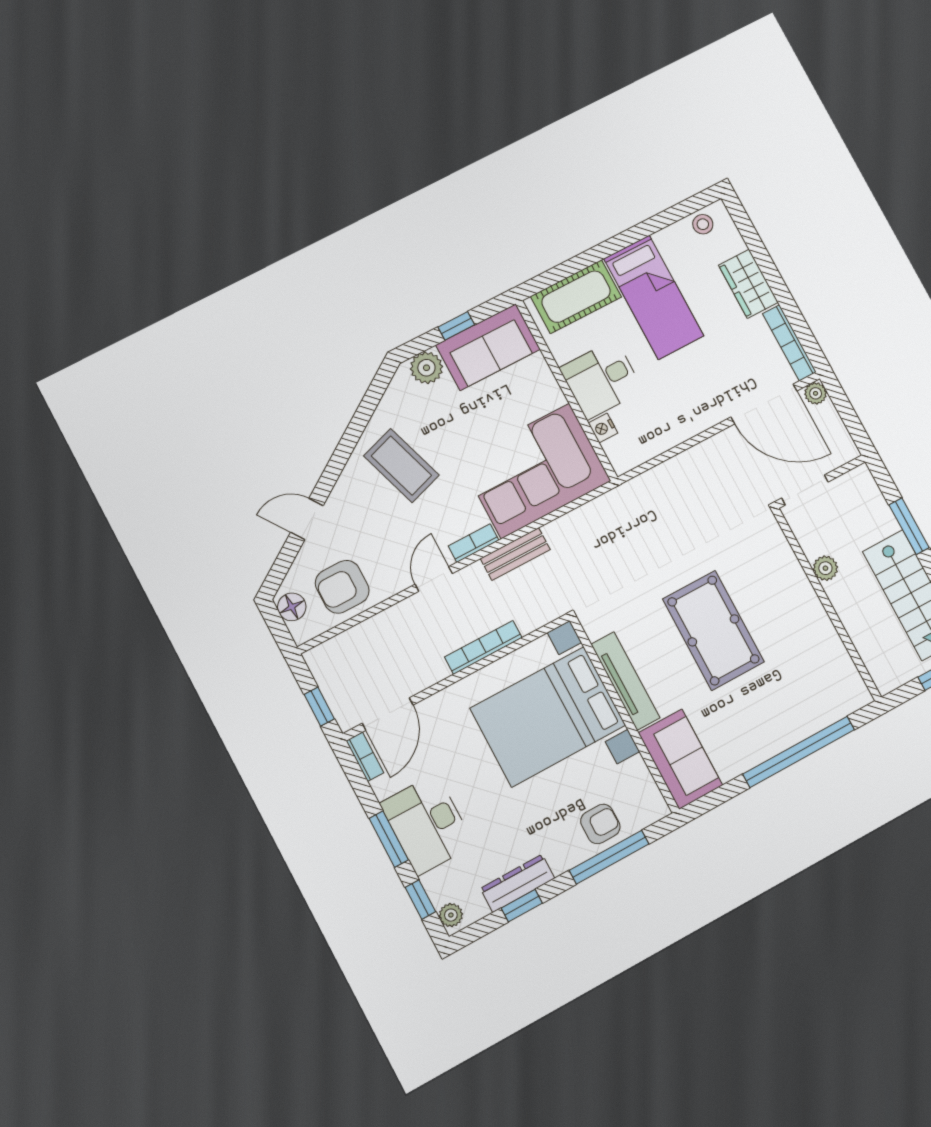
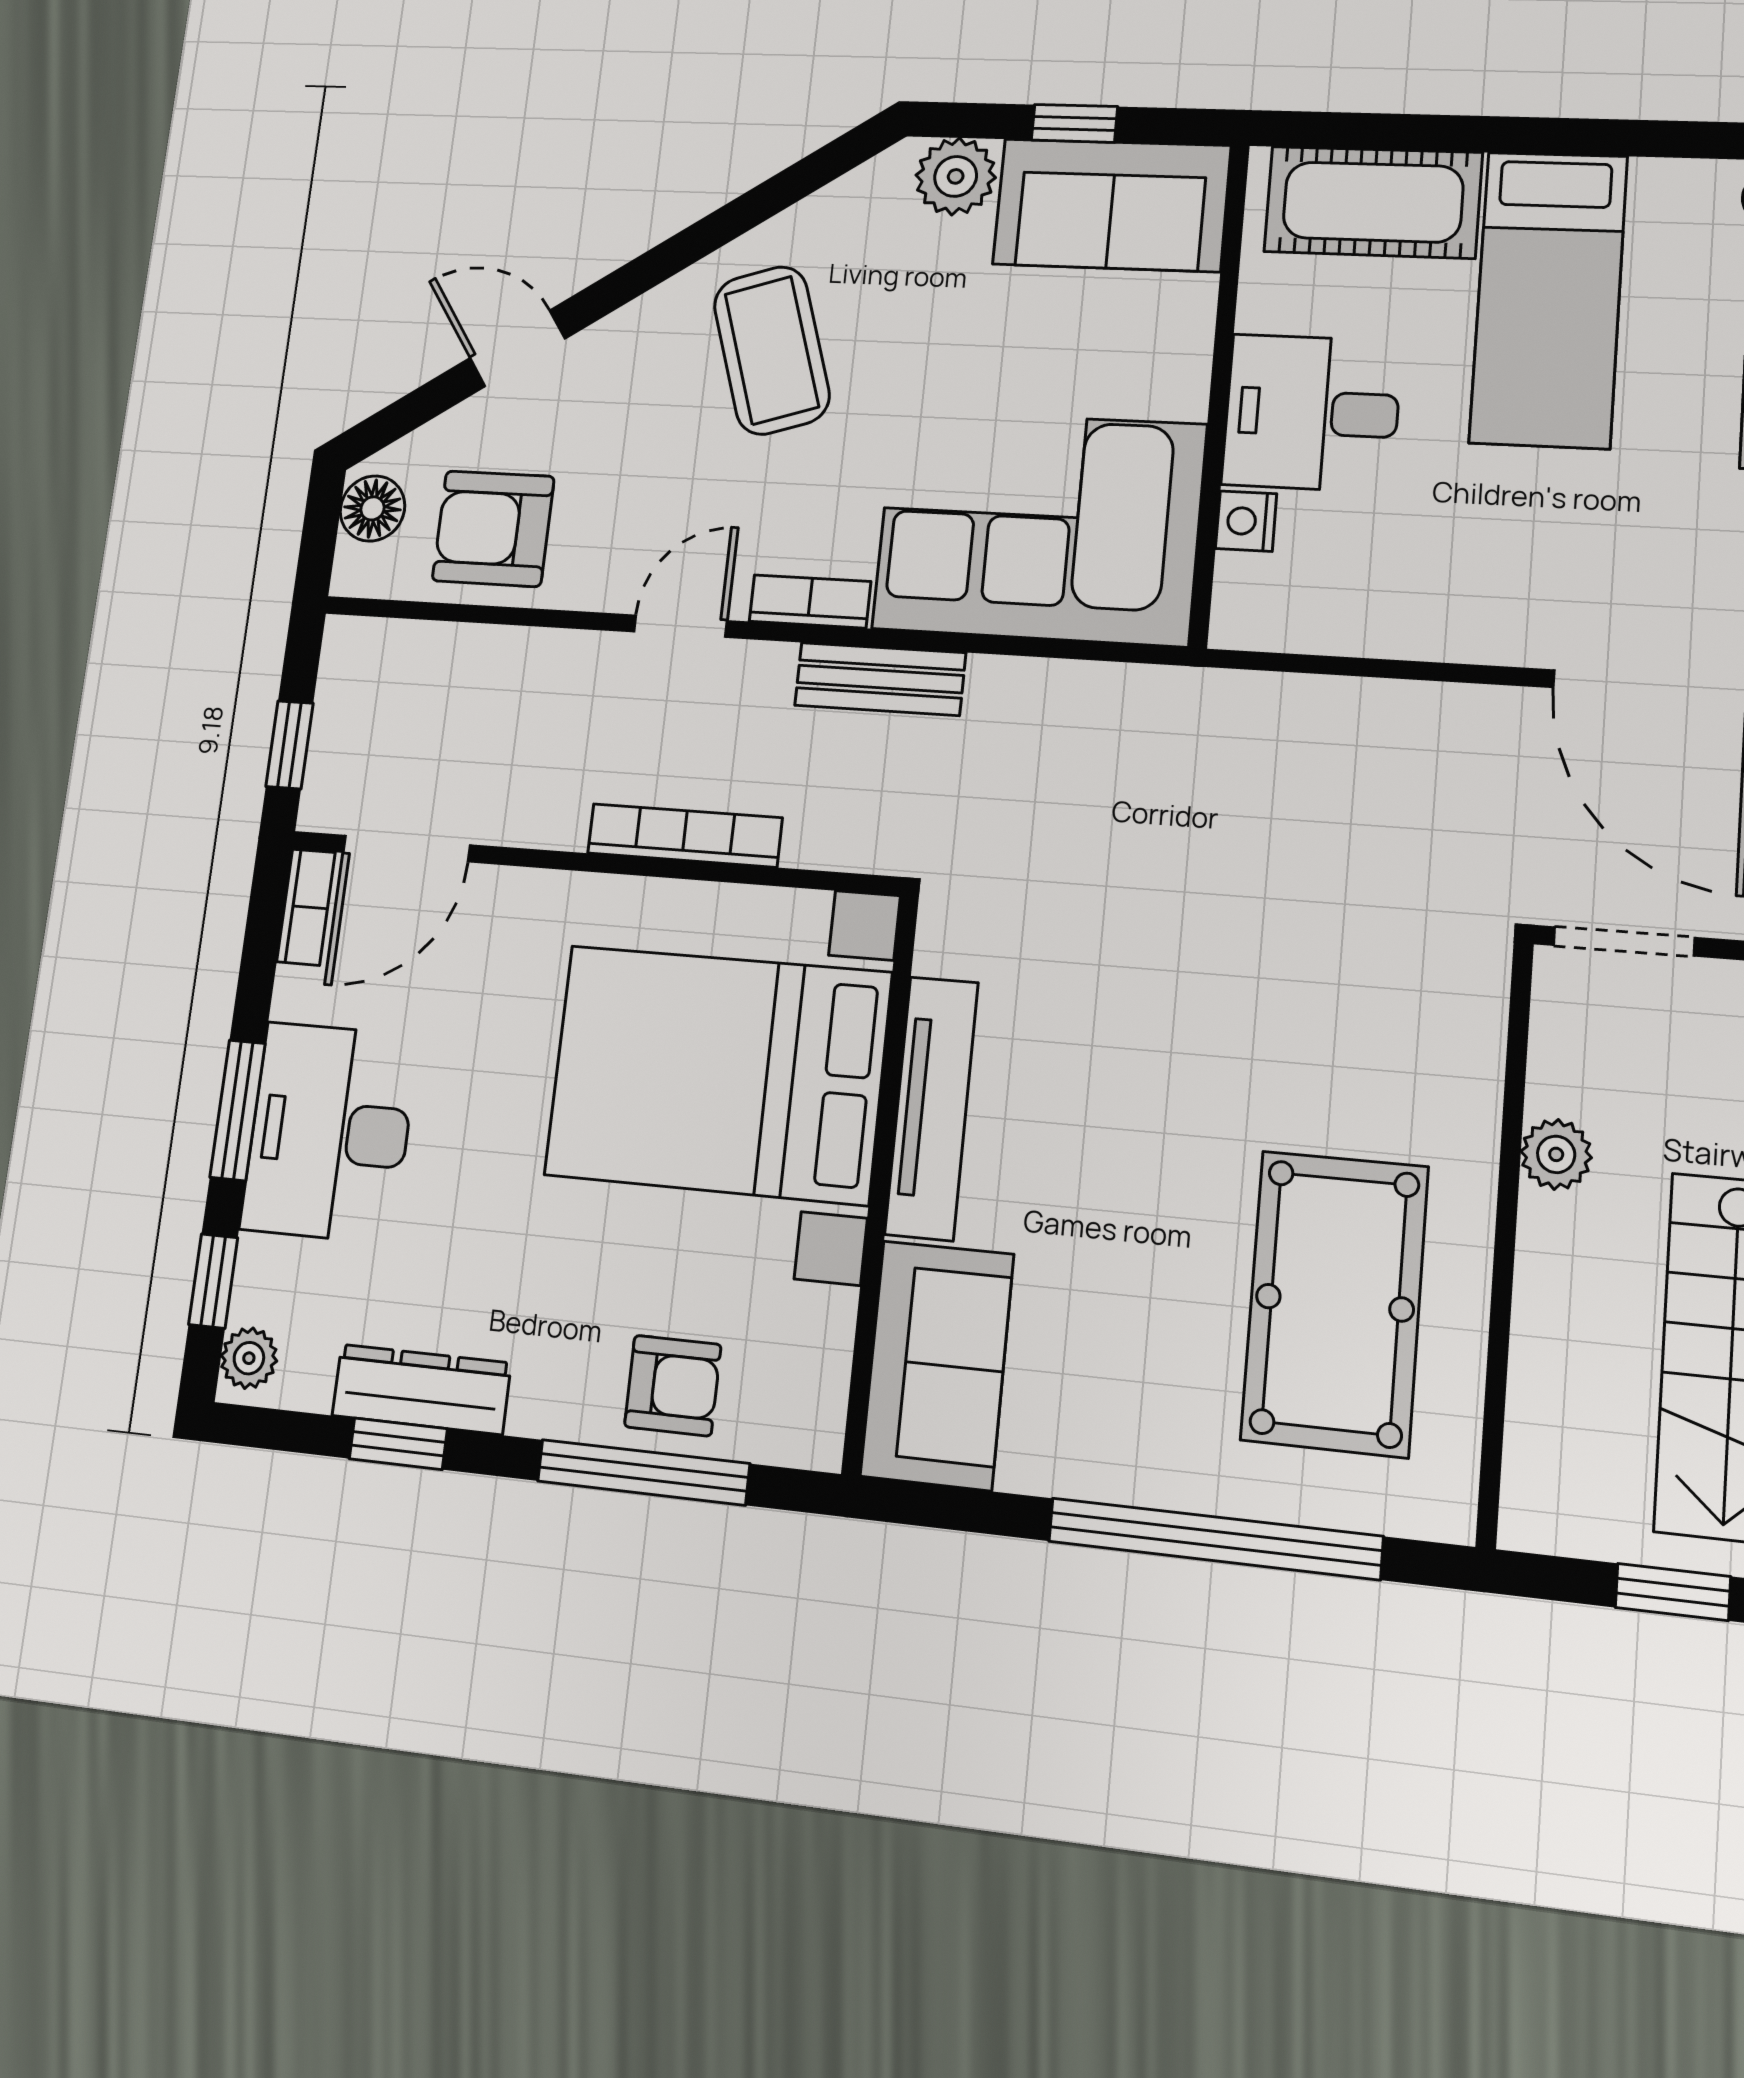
pool table: (713, 630) -> (1335, 1303), moved

